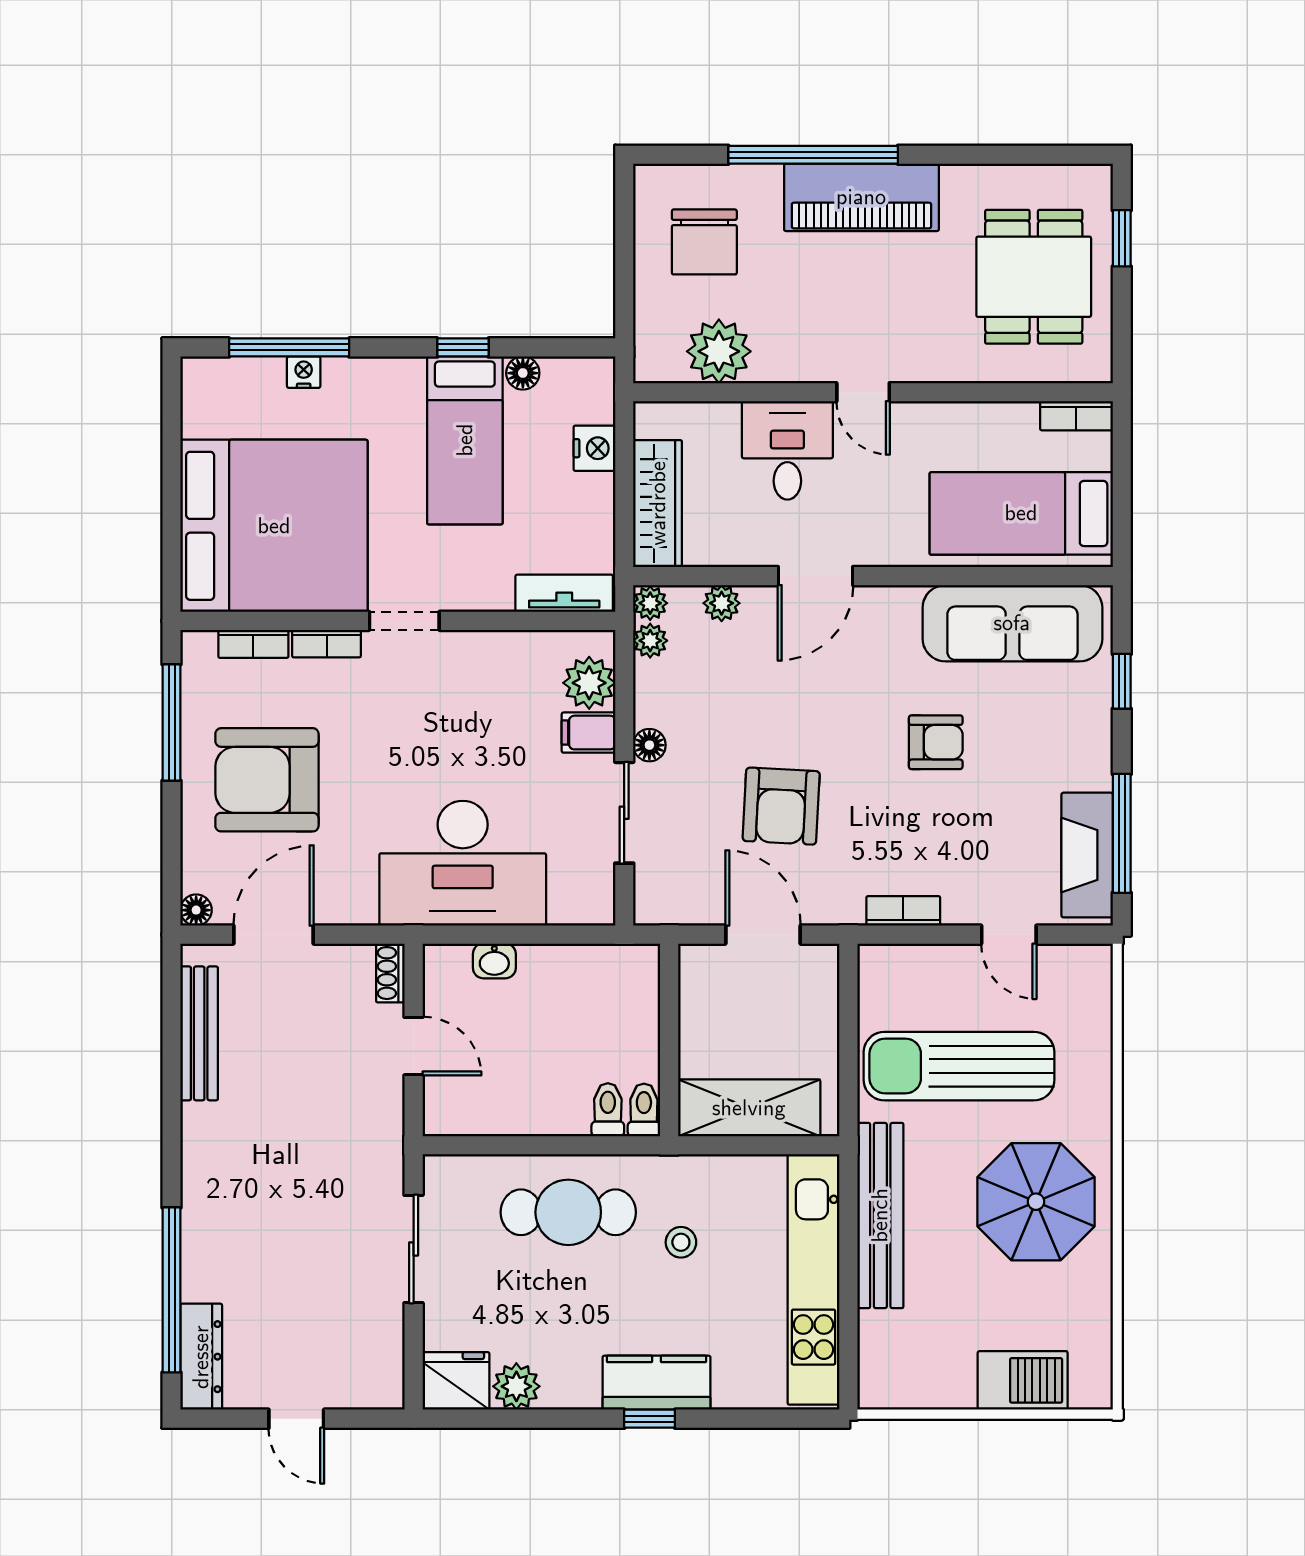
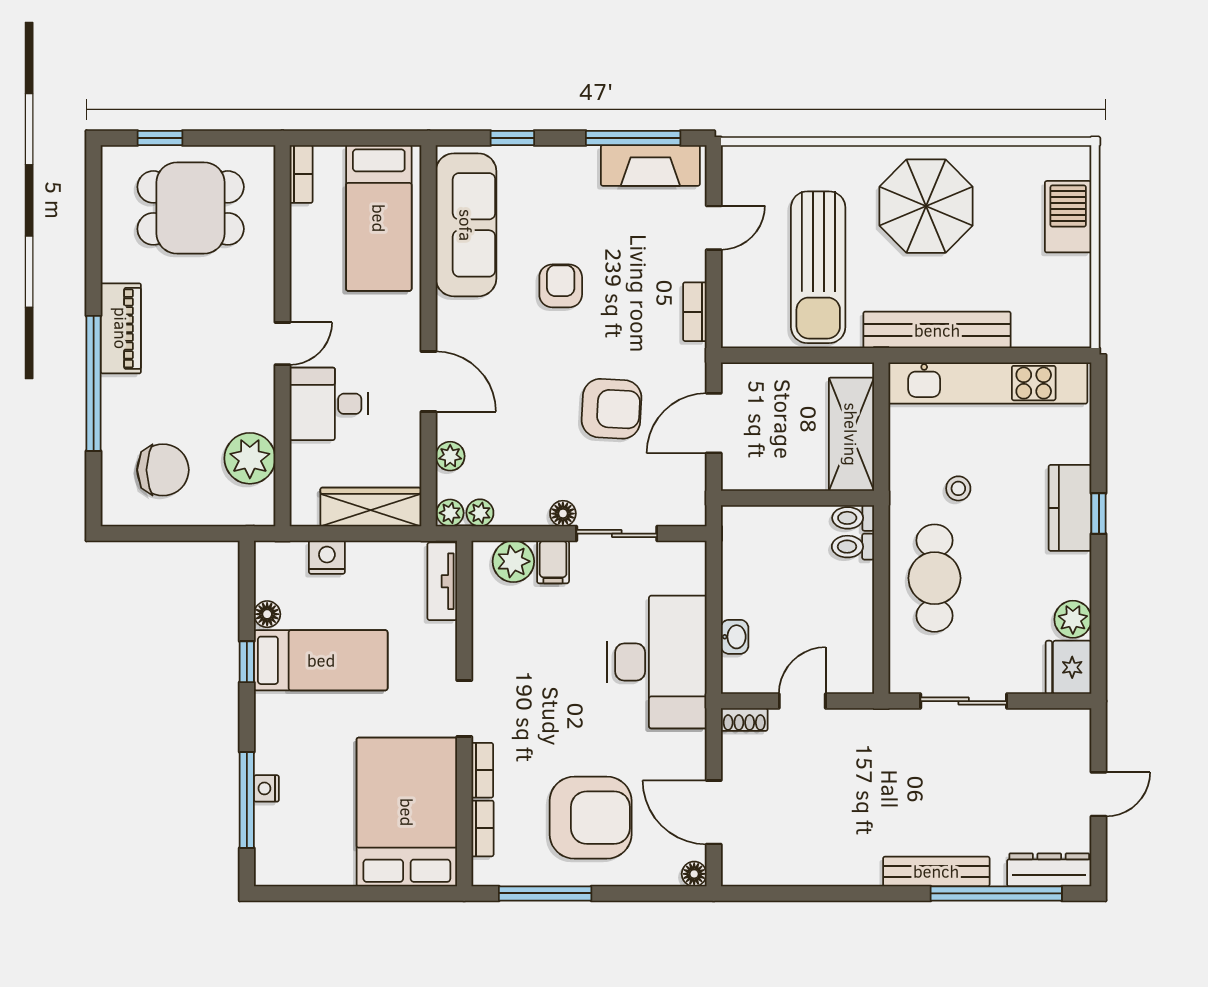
piano: (861, 197) -> (121, 328), width x0.73, depth x0.75
bed: (274, 526) -> (407, 812), width x0.73
armchair: (267, 780) -> (591, 818), turned -90
bench: (199, 1033) -> (936, 871), moved

